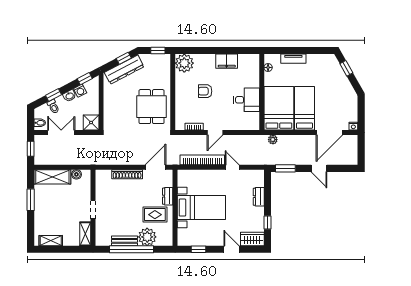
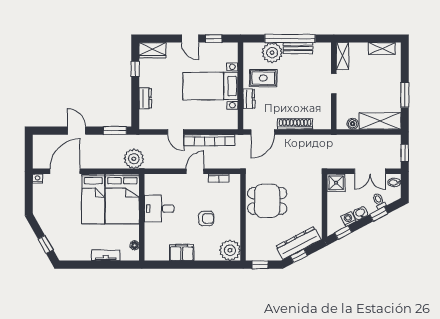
dining table: (152, 107) -> (267, 201), turned 90
plant: (273, 140) -> (134, 159), width x1.88, depth x1.88
door: (232, 249) -> (190, 39), moved

